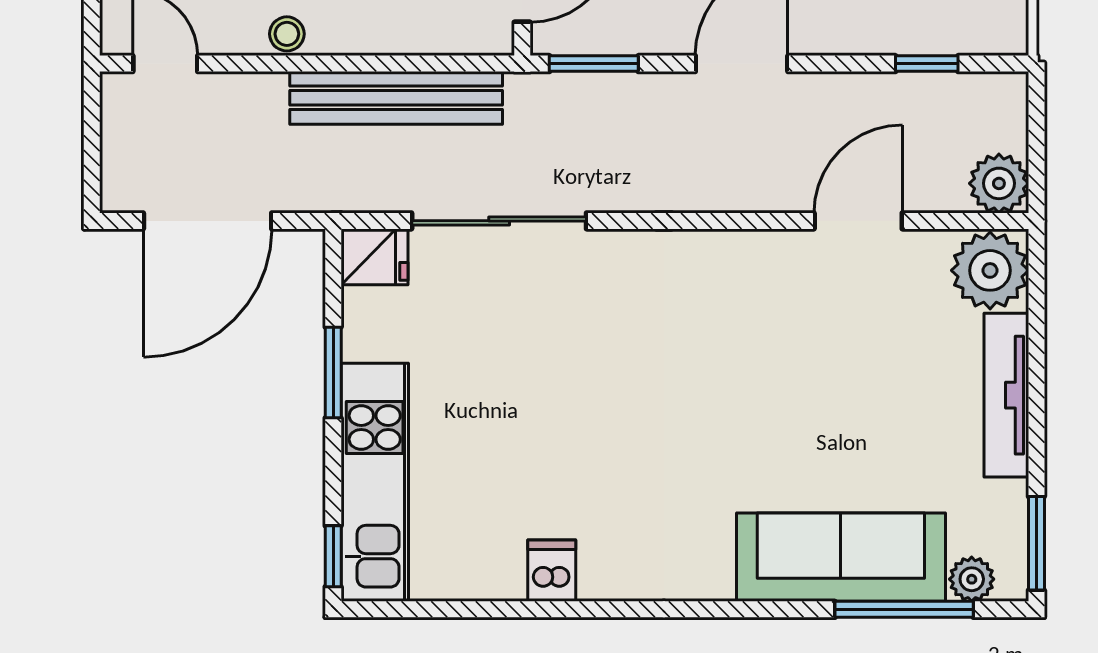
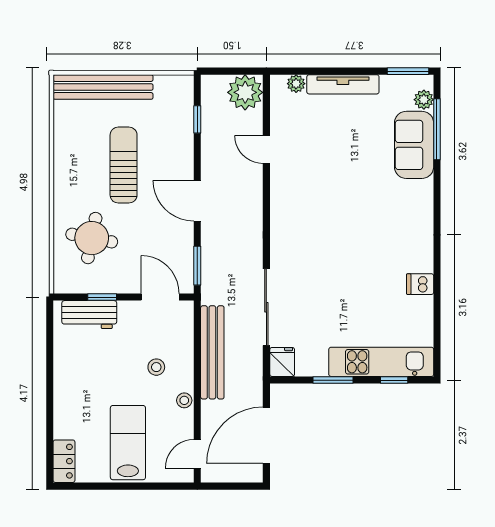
plant: (999, 183) -> (245, 92), width x1.36, depth x1.36
door: (208, 221) -> (266, 435), swing flipped
door: (858, 221) -> (266, 149), width x0.73
plant: (990, 270) -> (296, 84), width x0.53, depth x0.53
window: (333, 556) -> (394, 380), moved
sofa: (841, 557) -> (414, 145), width x0.73

